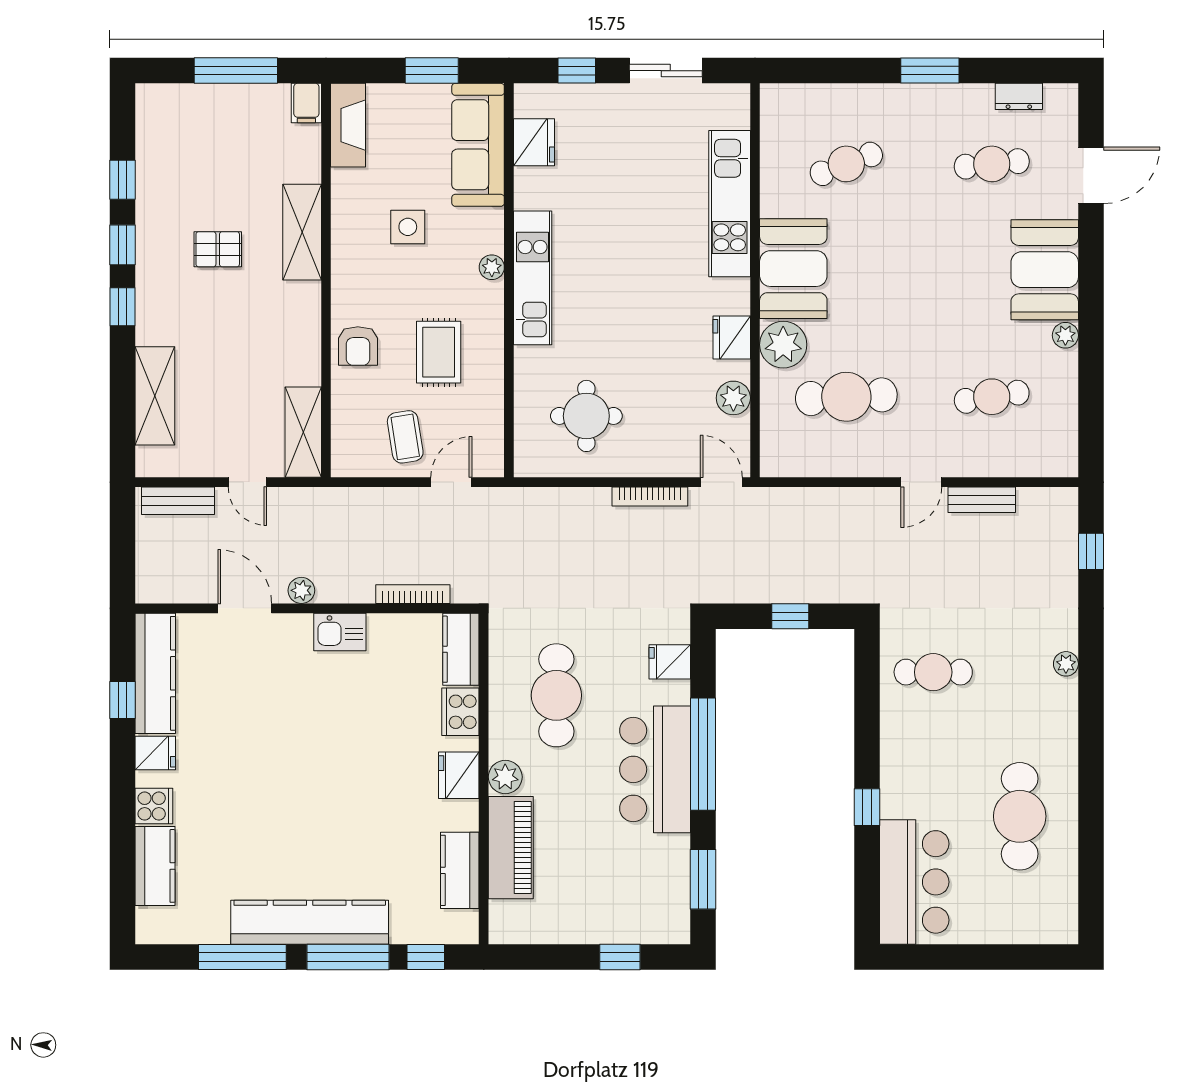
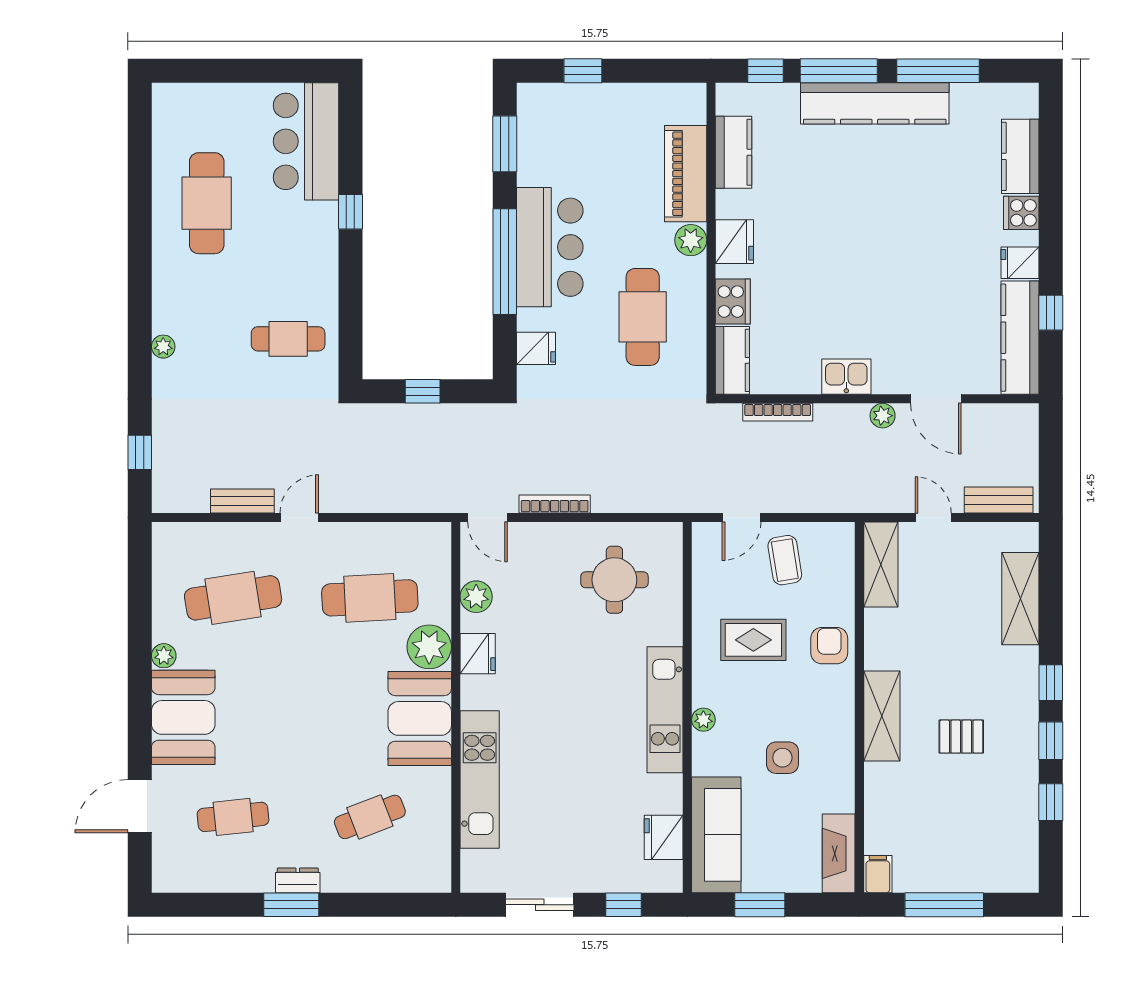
dresser: (1019, 96) -> (298, 880), moved
shelving: (302, 232) -> (882, 716), moved
rug: (439, 352) -> (753, 640), turned 90
cafe table: (992, 397) -> (233, 598), width x1.37, depth x1.35

